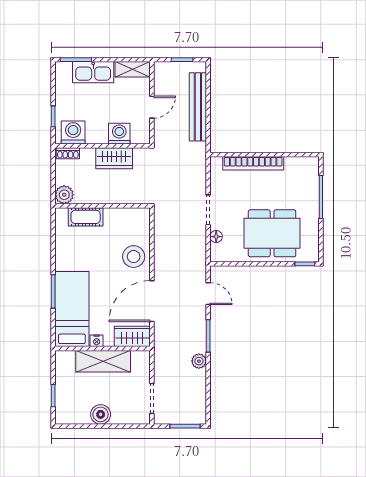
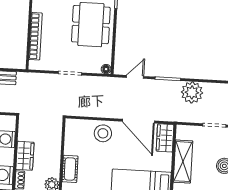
wardrobe: (114, 158) -> (25, 156), moved
floor lamp: (216, 237) -> (106, 69), moved
nightstand: (97, 341) -> (167, 166), removed
plant: (199, 361) -> (192, 92), width x1.87, depth x1.87

